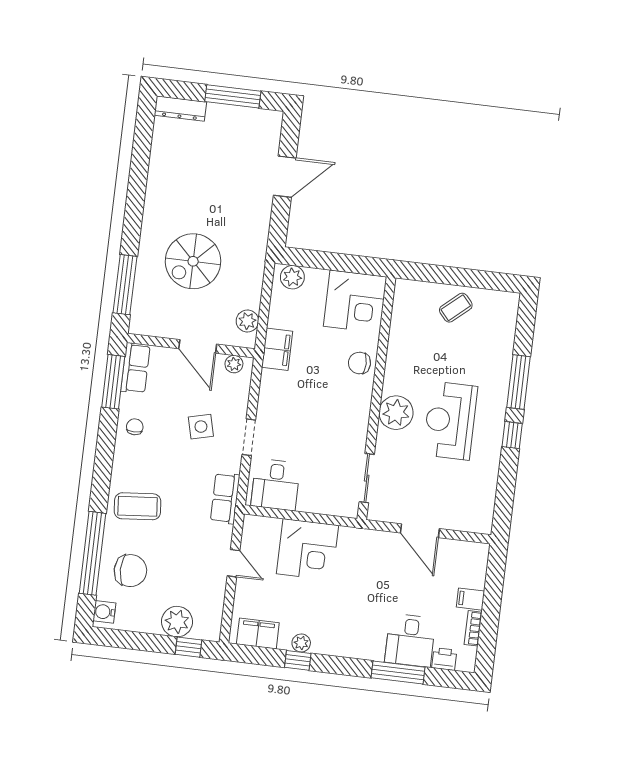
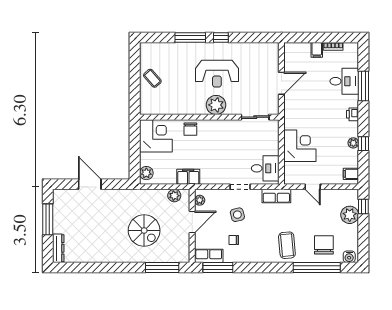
chair: (135, 427) -> (234, 240), moved
door: (234, 563) -> (313, 187), swing flipped
filing cabinet: (258, 634) -> (351, 174), width x0.50
printer: (444, 659) -> (353, 114), moved

